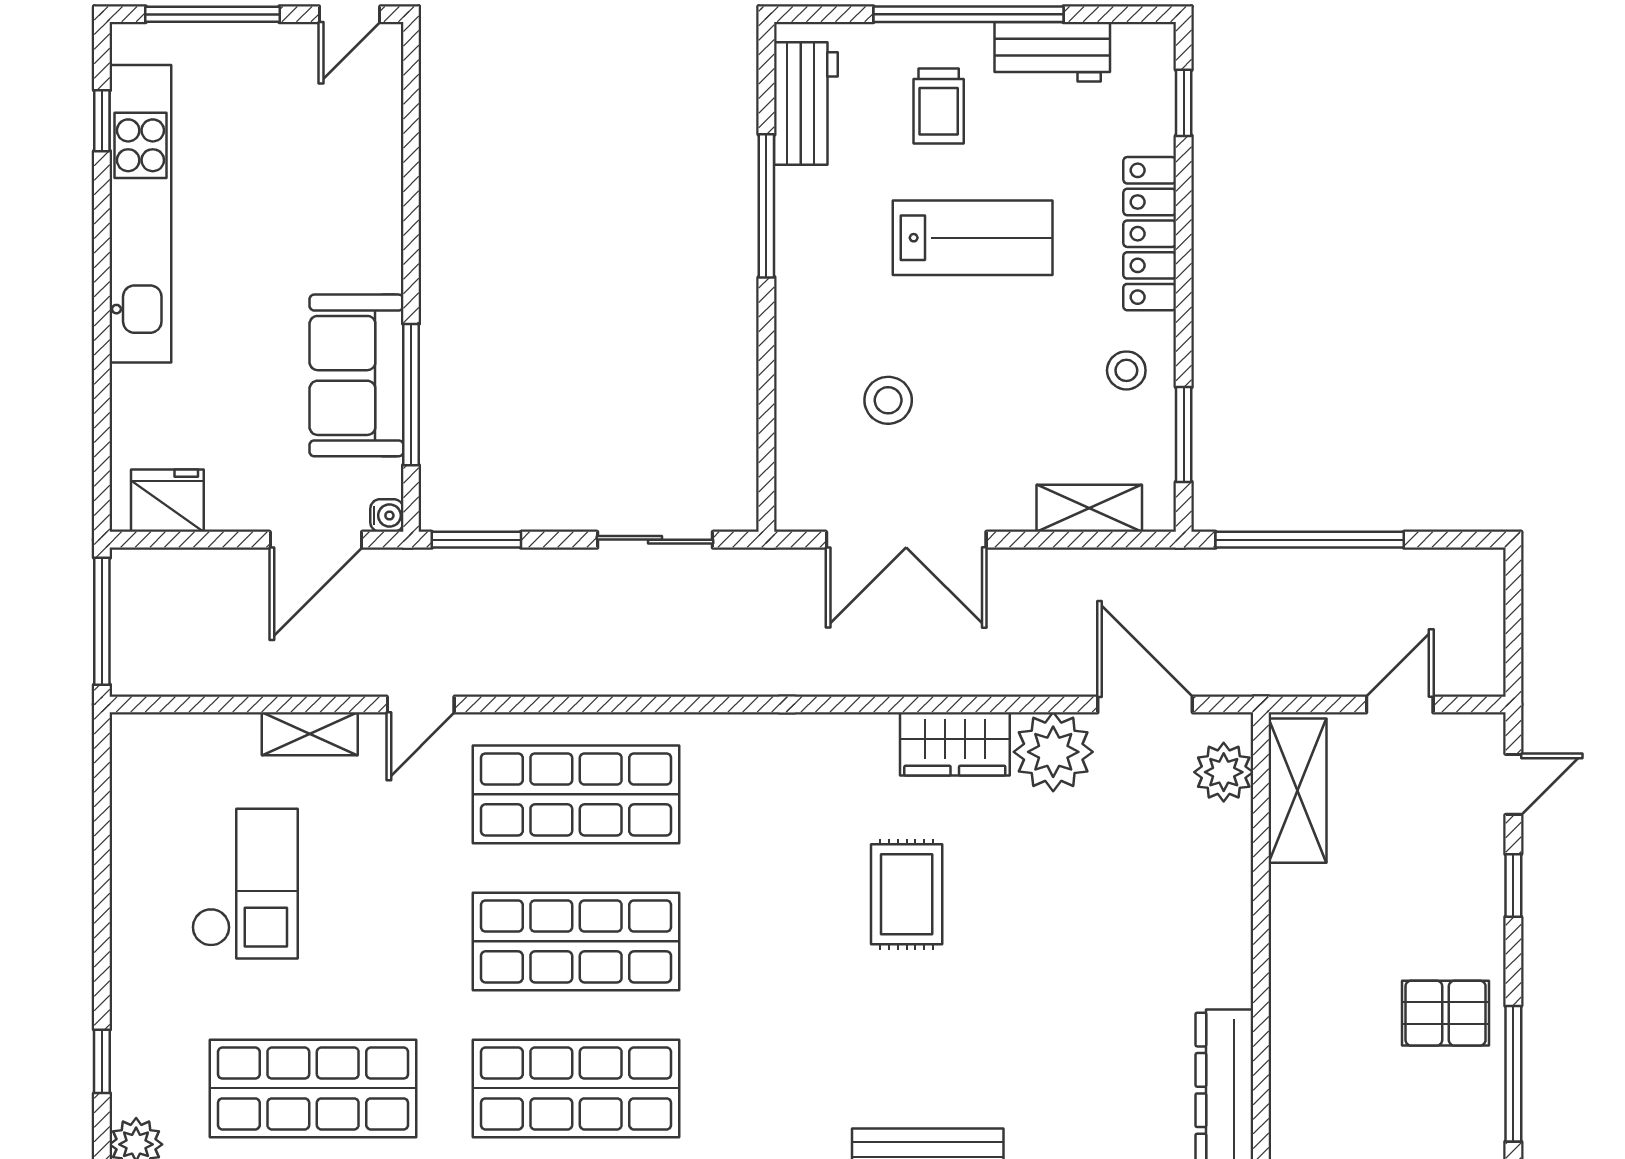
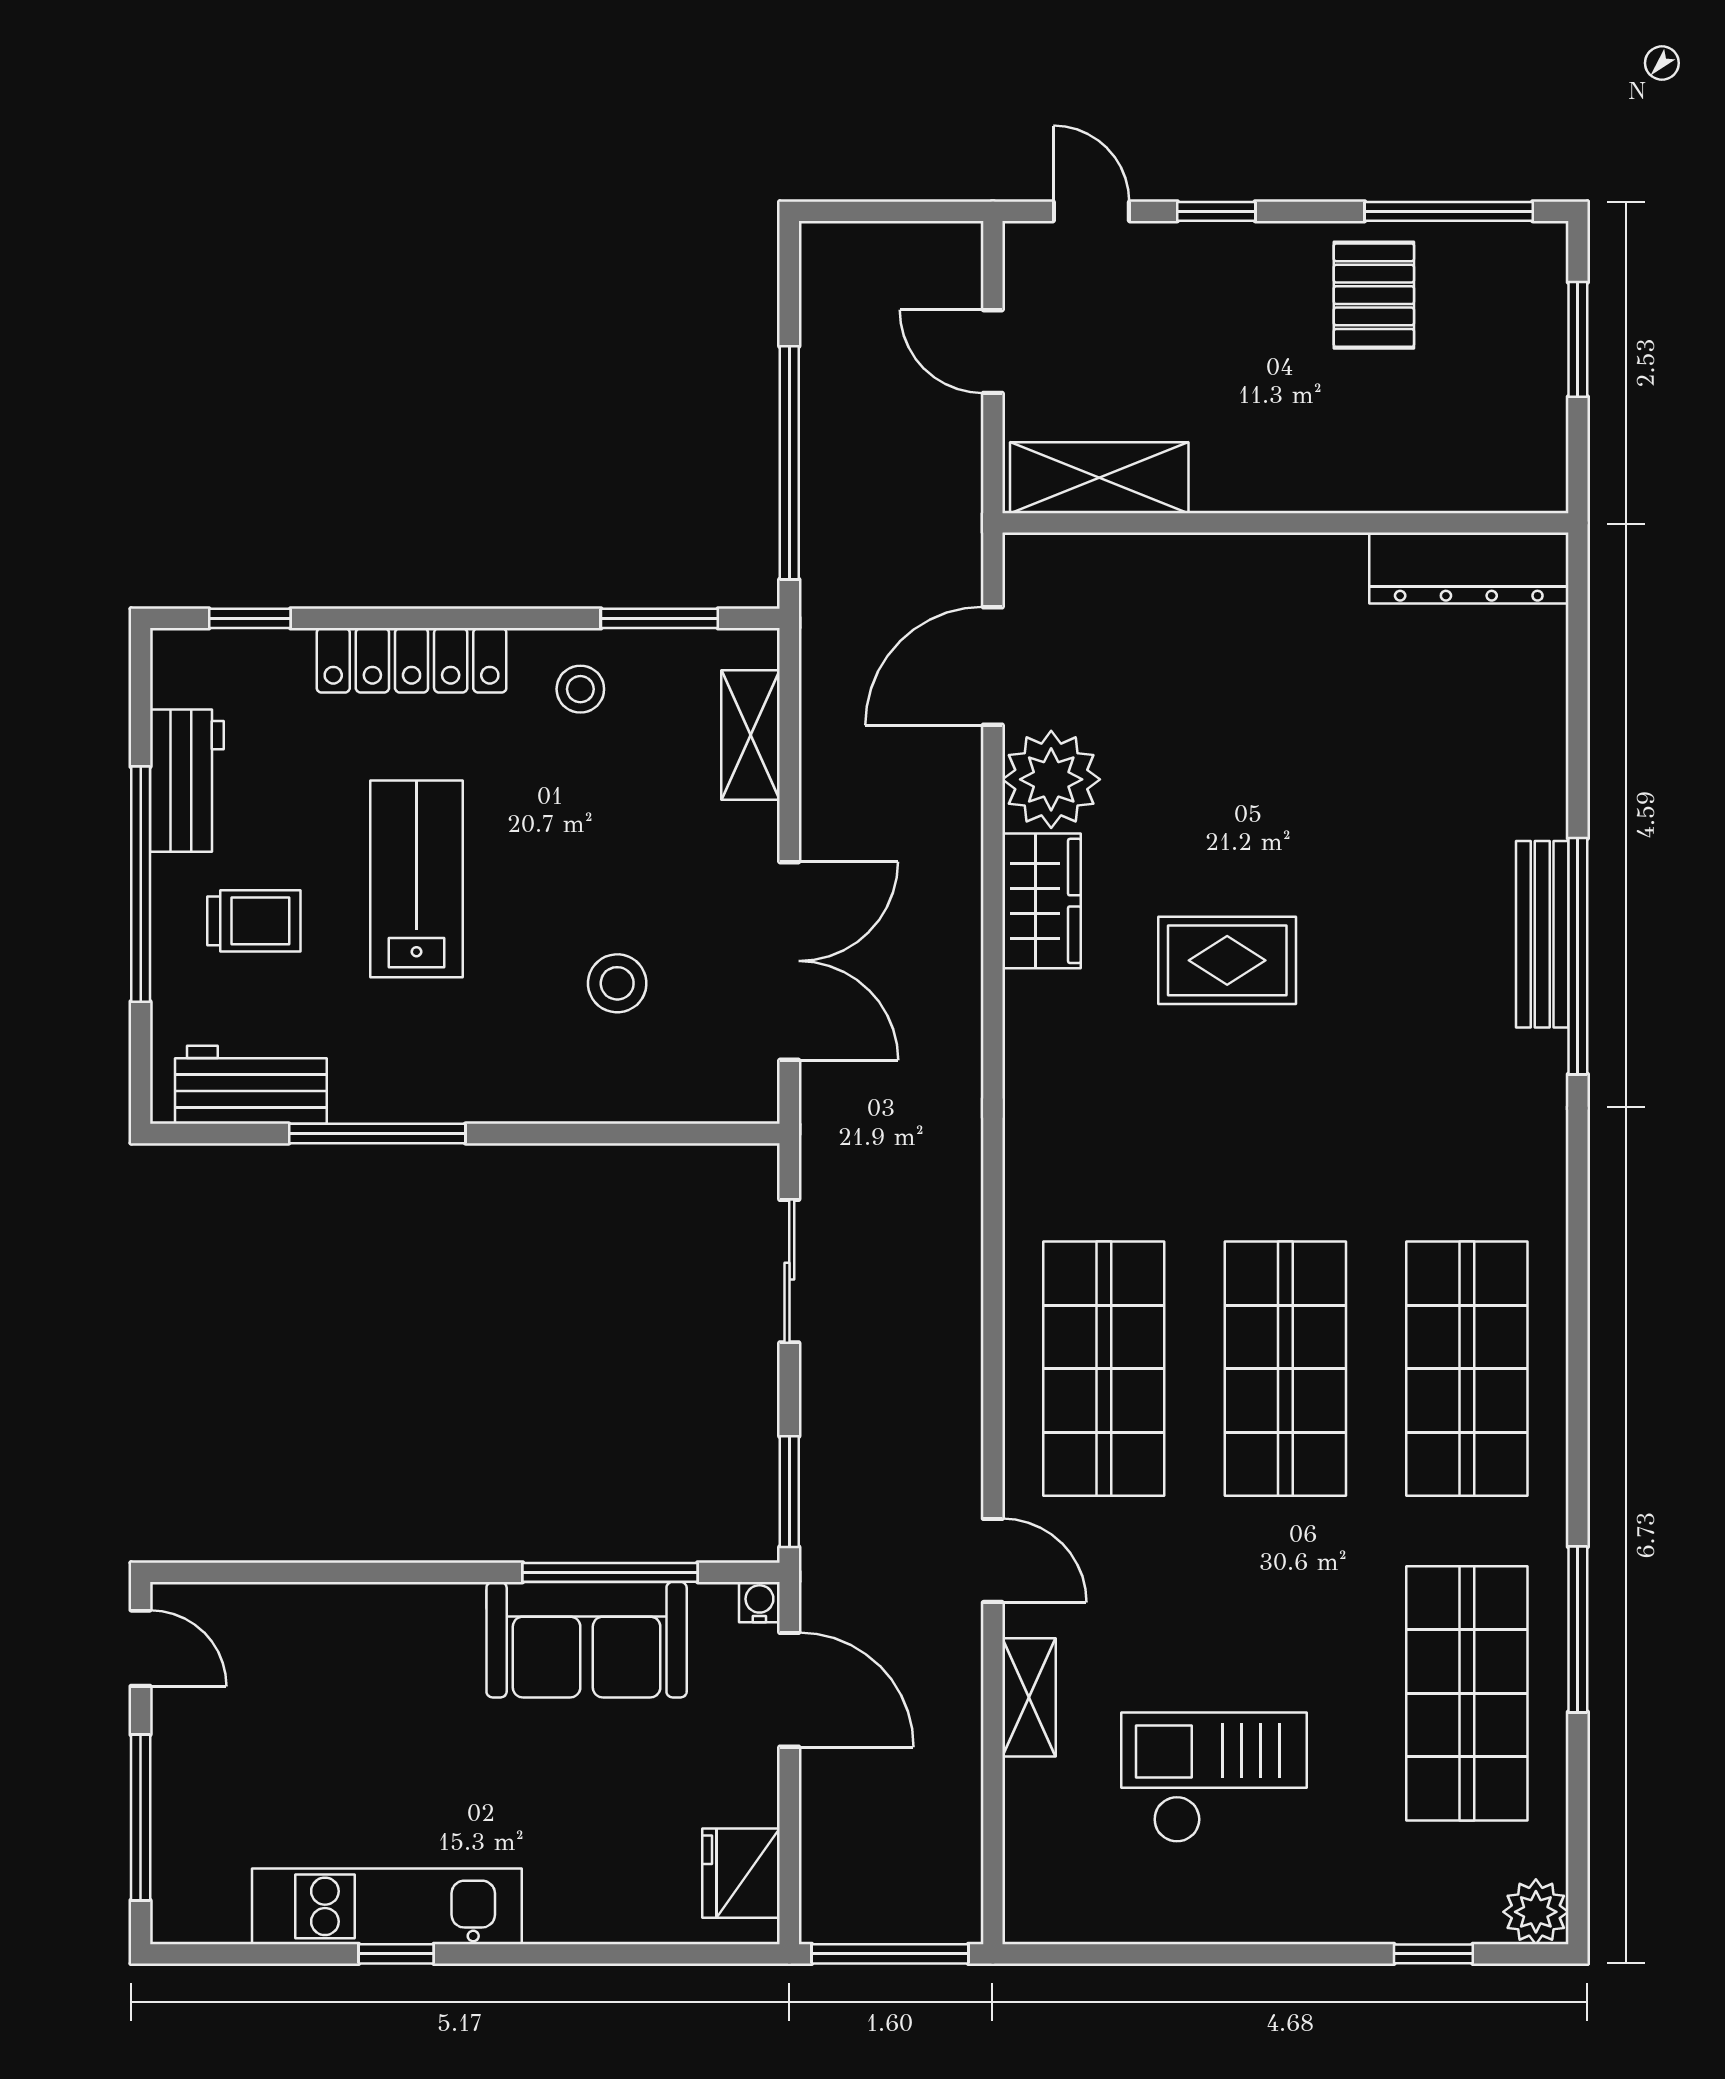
window: (102, 121) -> (396, 1954), moved
kitchen unit: (140, 214) -> (387, 1906), width x0.73
plant: (1224, 772) -> (1076, 569), removed

